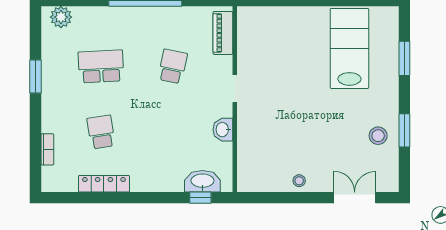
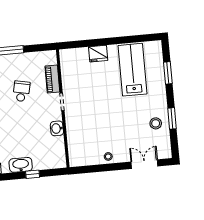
fridge: (298, 18) -> (98, 54), added
piano: (223, 33) -> (52, 79), moved
washbasin: (202, 181) -> (21, 165), moved
window: (200, 198) -> (33, 174), moved

